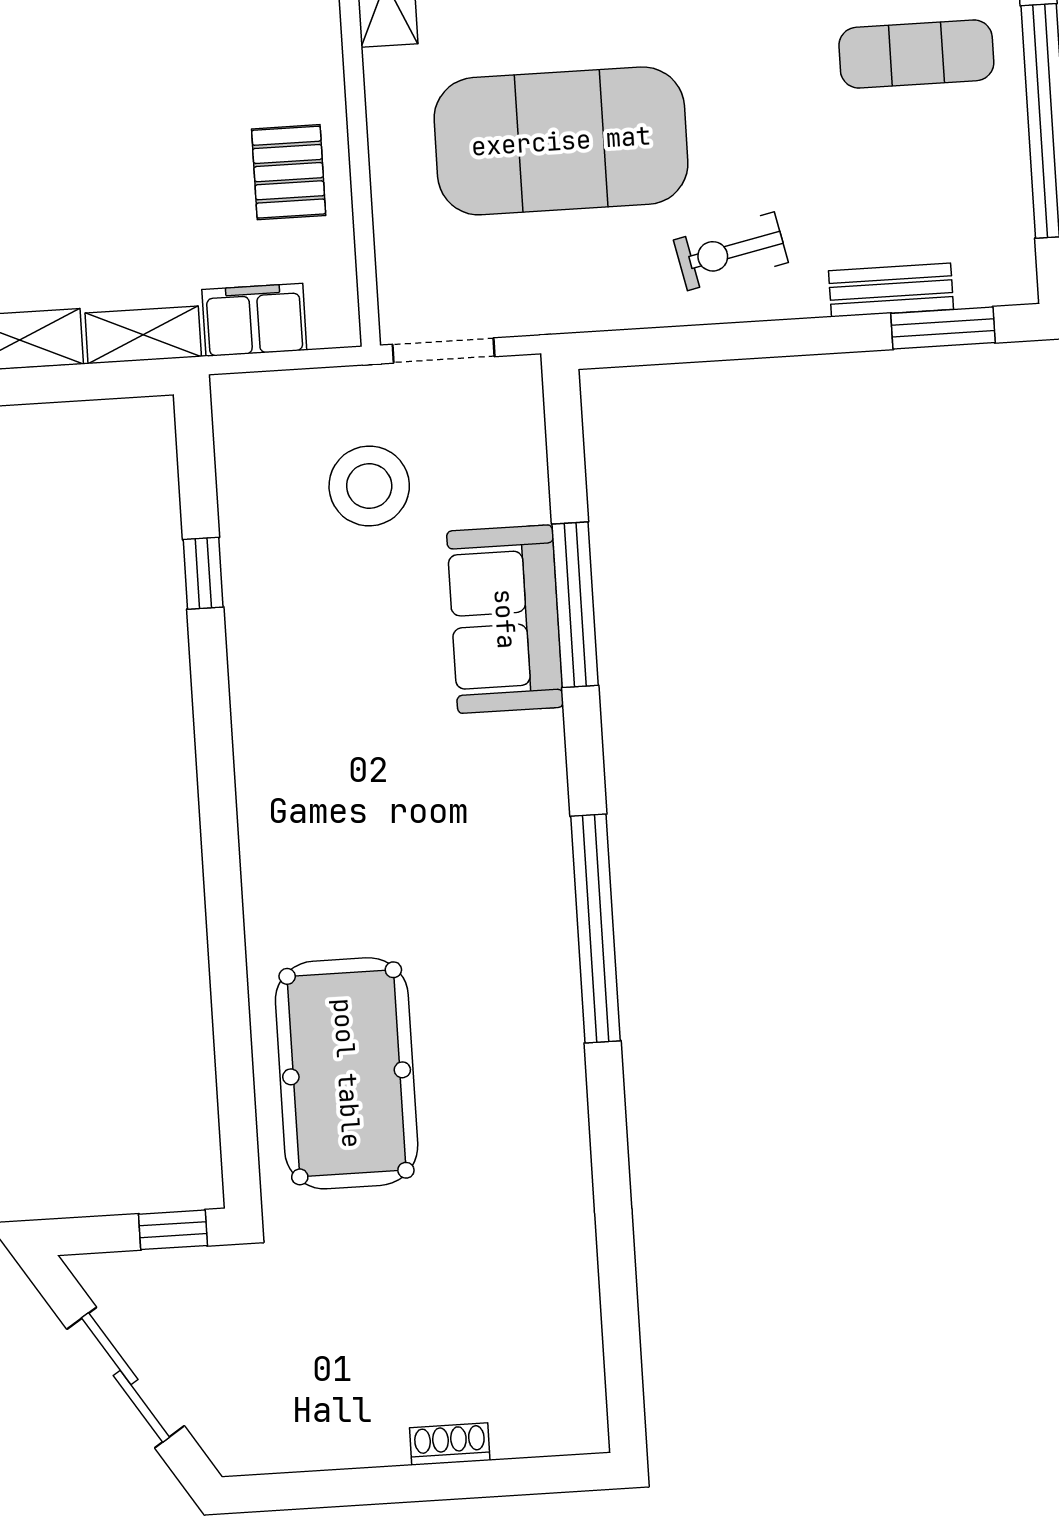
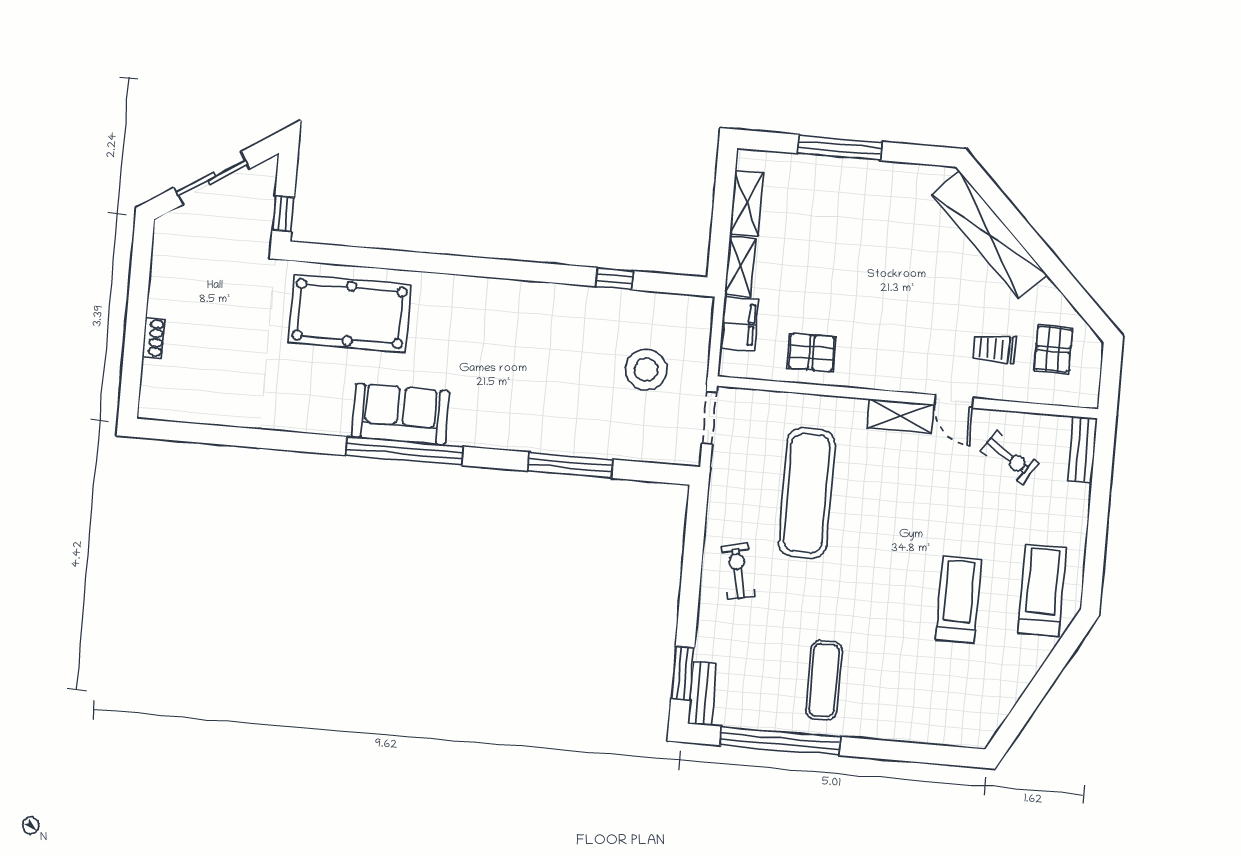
exercise mat: (561, 141) -> (807, 493), width x0.68
bench: (891, 290) -> (702, 694), moved
sofa: (505, 619) -> (400, 414), moved

